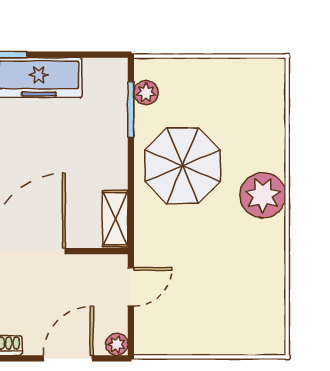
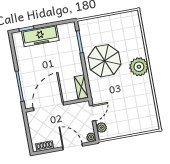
plant: (146, 93) -> (101, 128), moved
door: (68, 358) -> (73, 147), hinge flipped

